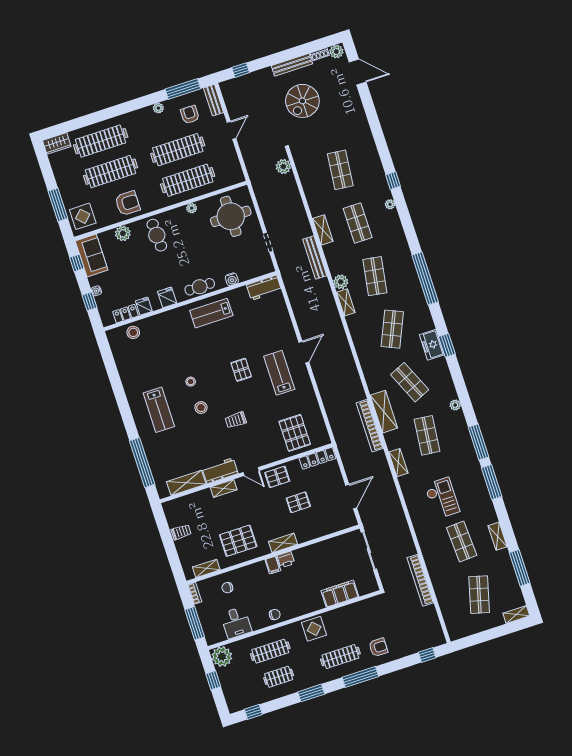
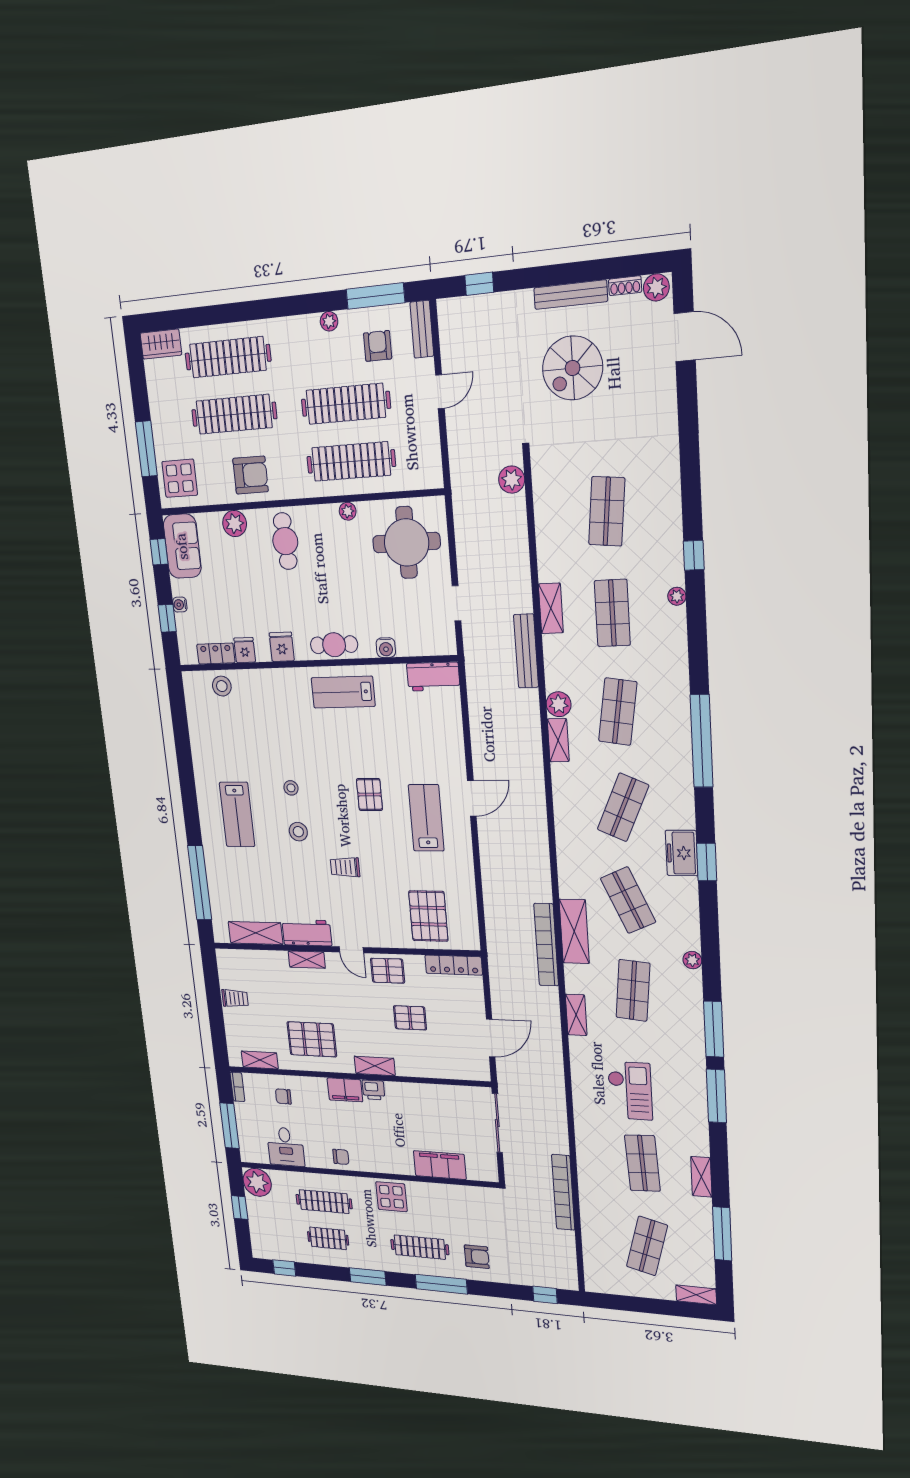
filing cabinet: (273, 565) -> (345, 1090), width x2.00

